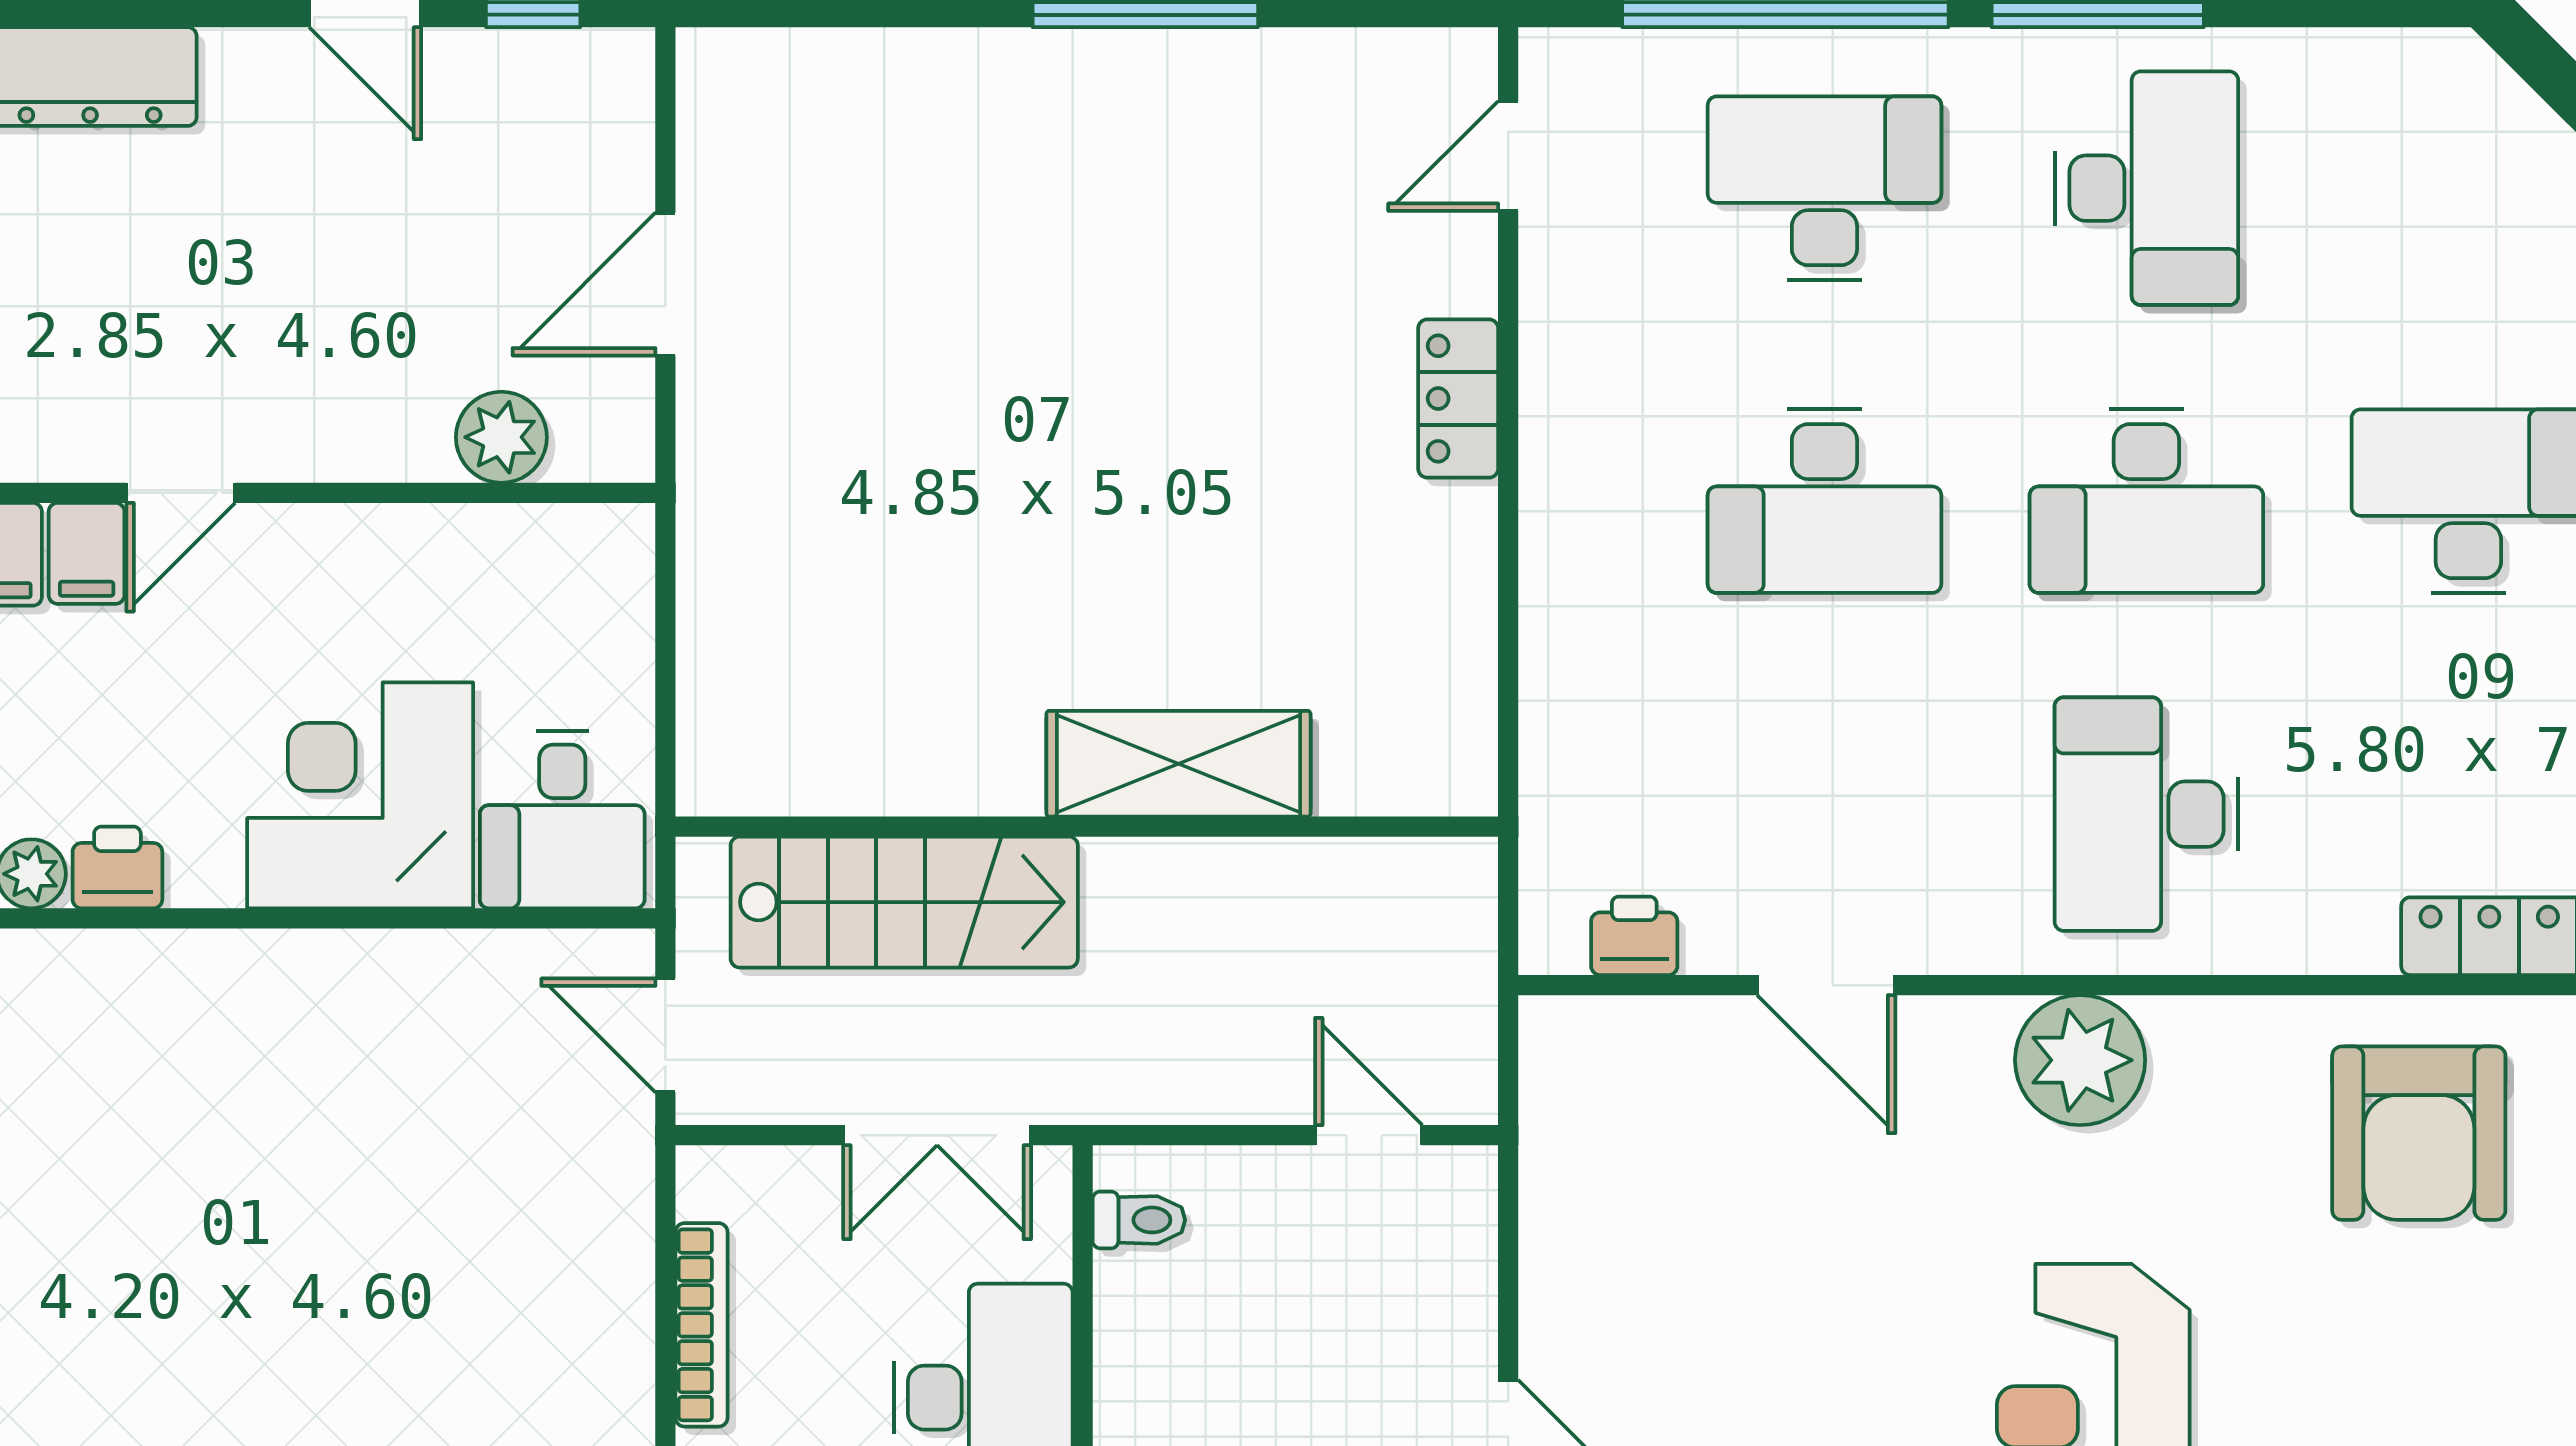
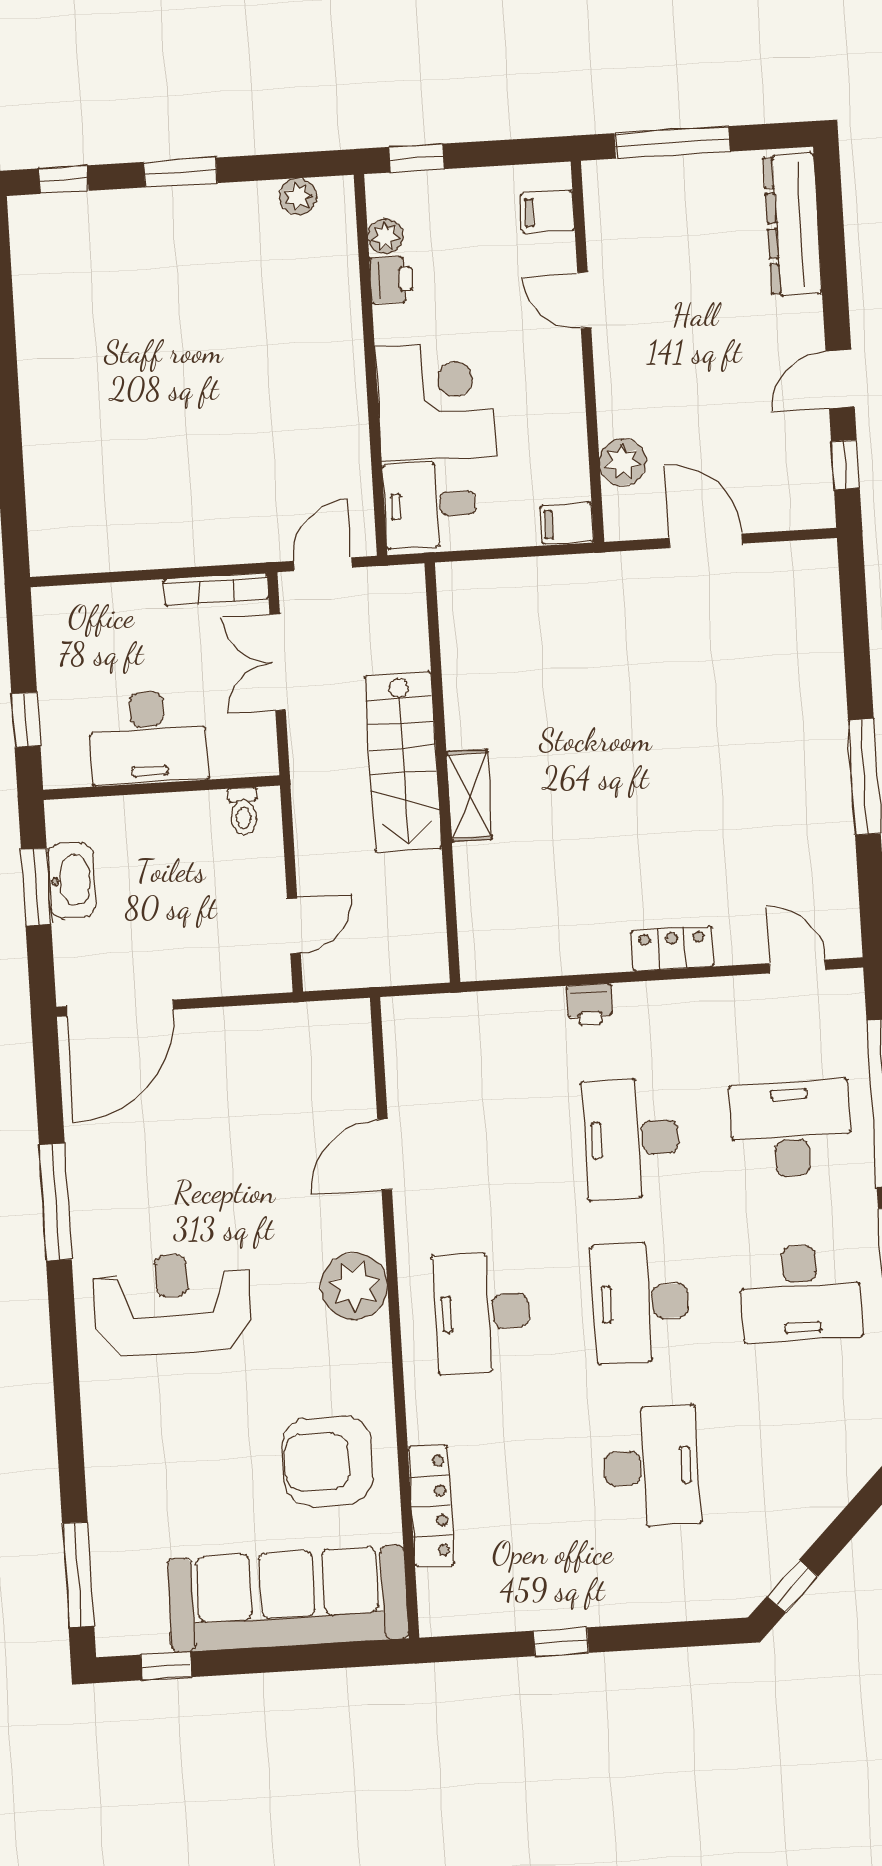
desk: (1824, 188) -> (791, 1129), turned -90
filing cabinet: (87, 553) -> (567, 523), moved
shelving: (1178, 764) -> (469, 795), width x0.67, depth x0.75
desk: (2146, 814) -> (482, 1312), turned -90
stairs: (904, 902) -> (403, 762), moved
printer: (1634, 936) -> (590, 1004), moved, turned 90
double door: (937, 1135) -> (278, 662), moved
bookcase: (702, 1325) -> (216, 589), moved

